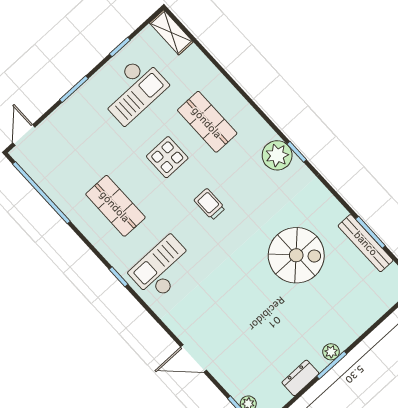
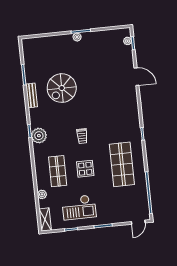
plant: (205, 68) -> (42, 194), added
checkout: (133, 90) -> (79, 207), turned 180
shop shelf: (115, 206) -> (122, 164), width x1.43, depth x1.36
bench: (366, 243) -> (32, 95), moved, width x0.73
spiral stairs: (296, 255) -> (62, 88), turned -90
checkout: (163, 268) -> (121, 124), removed
dresser: (300, 378) -> (98, 36), removed

